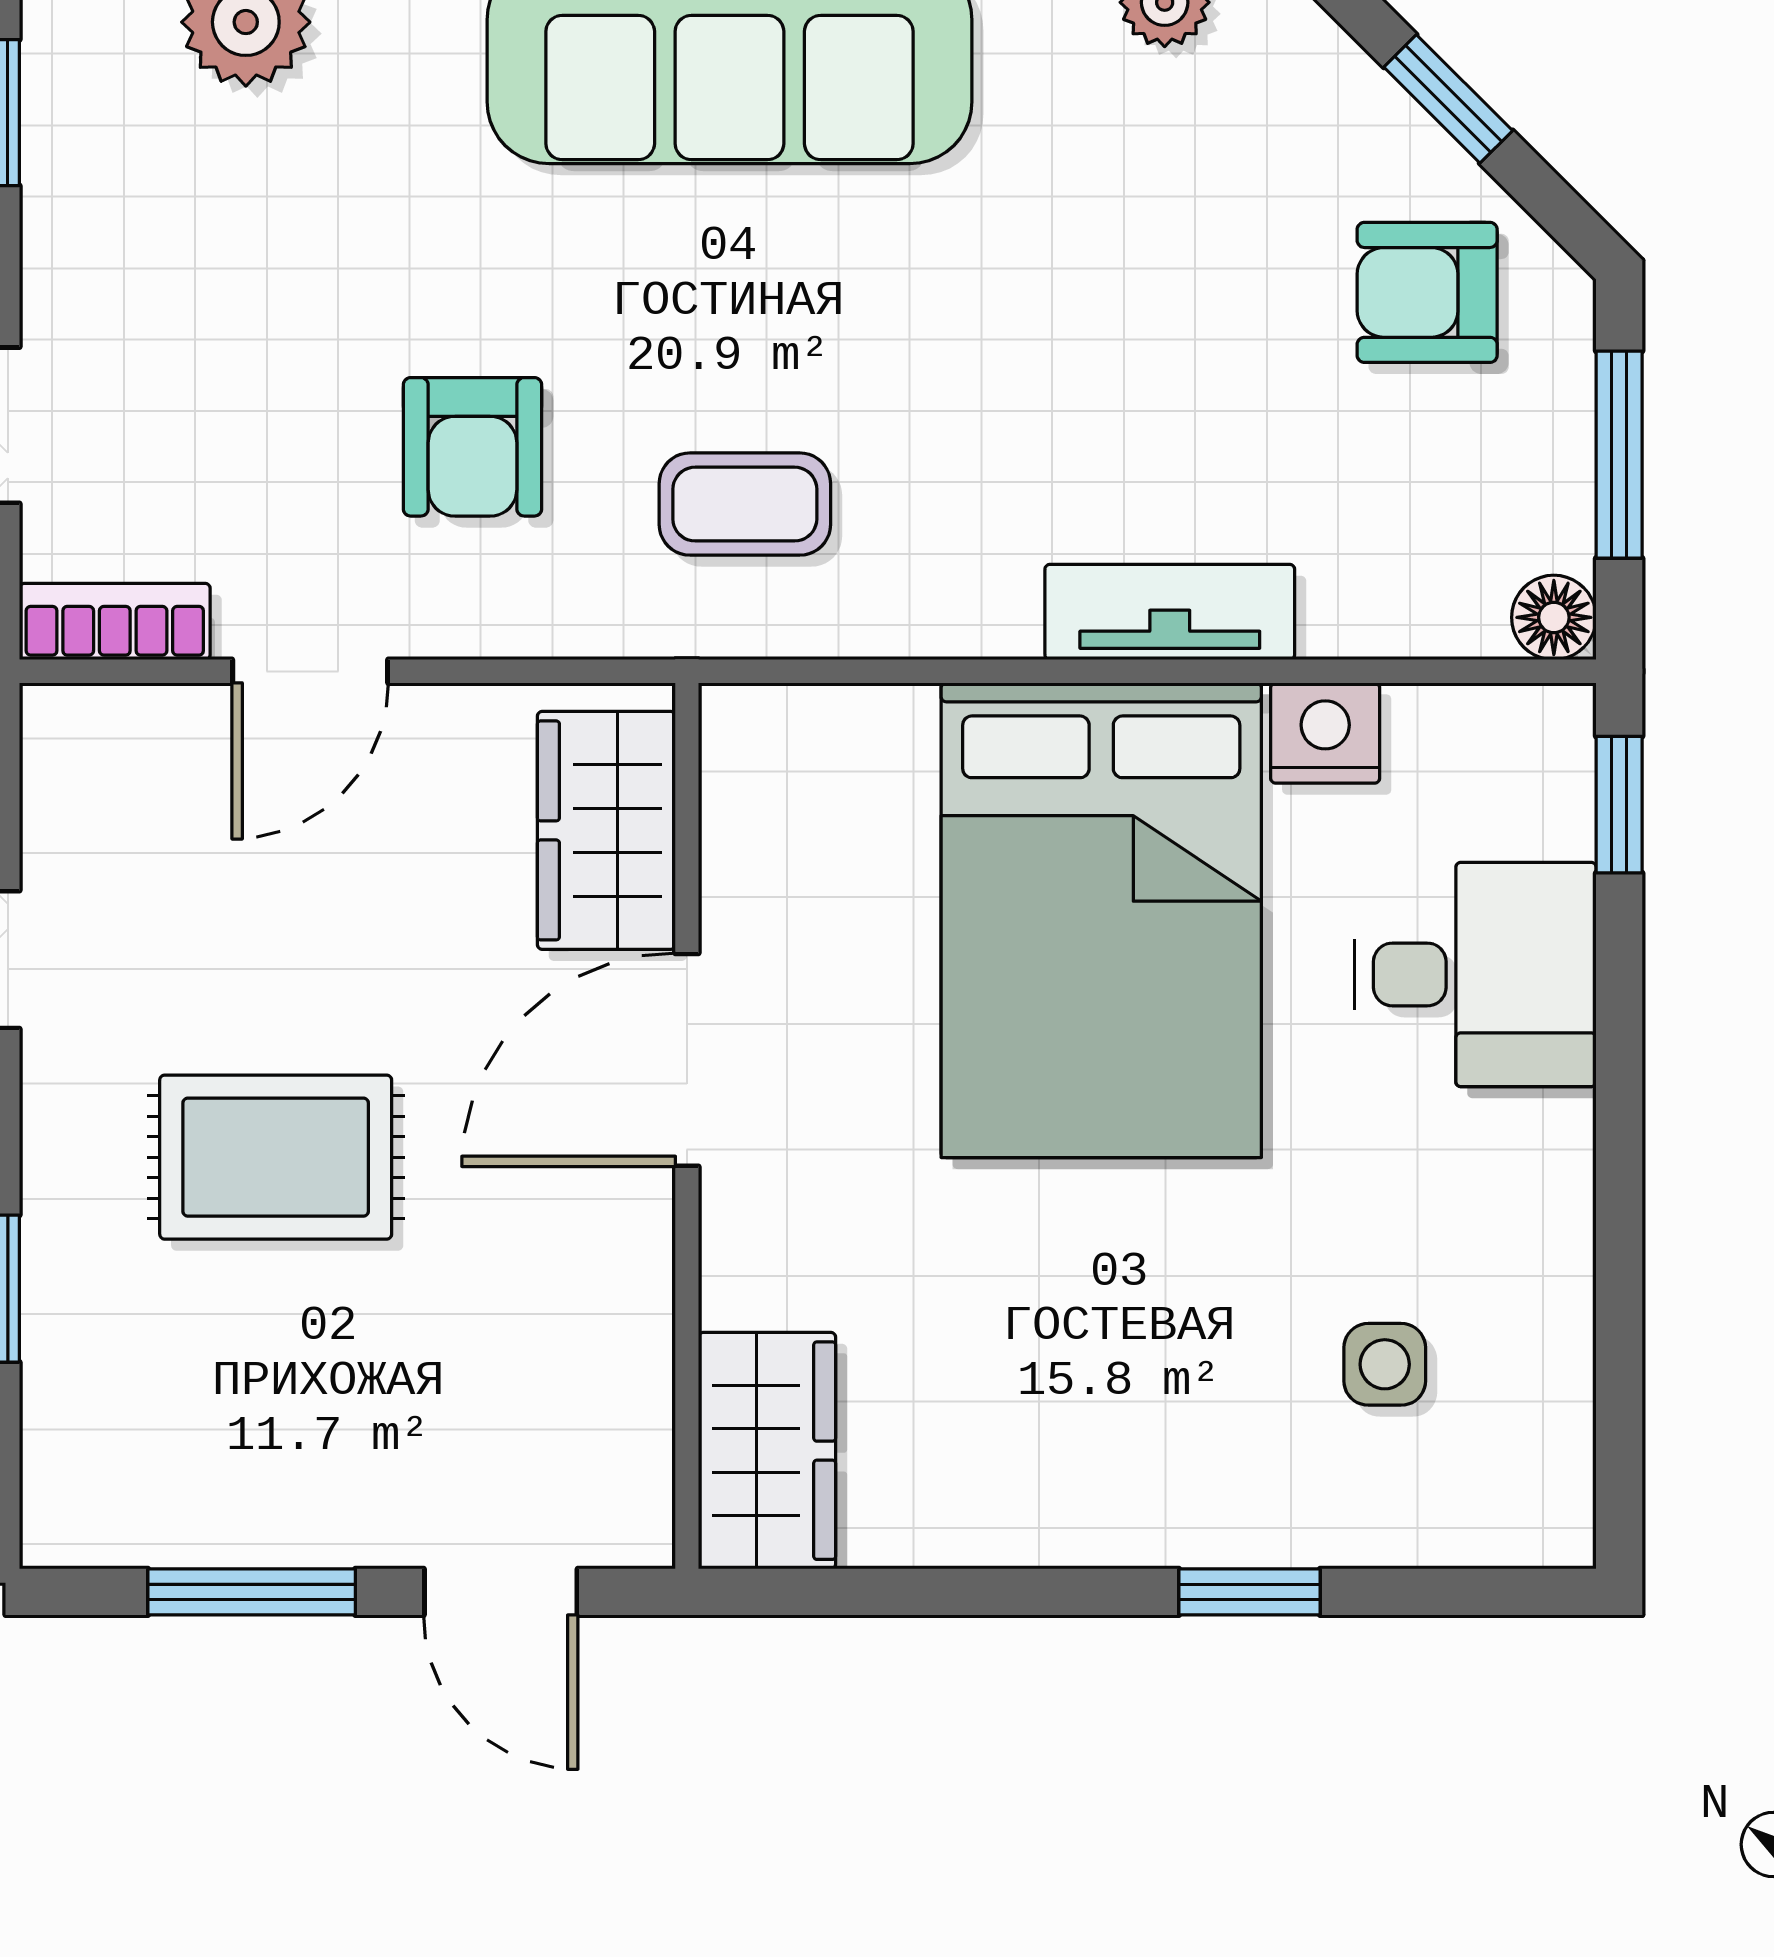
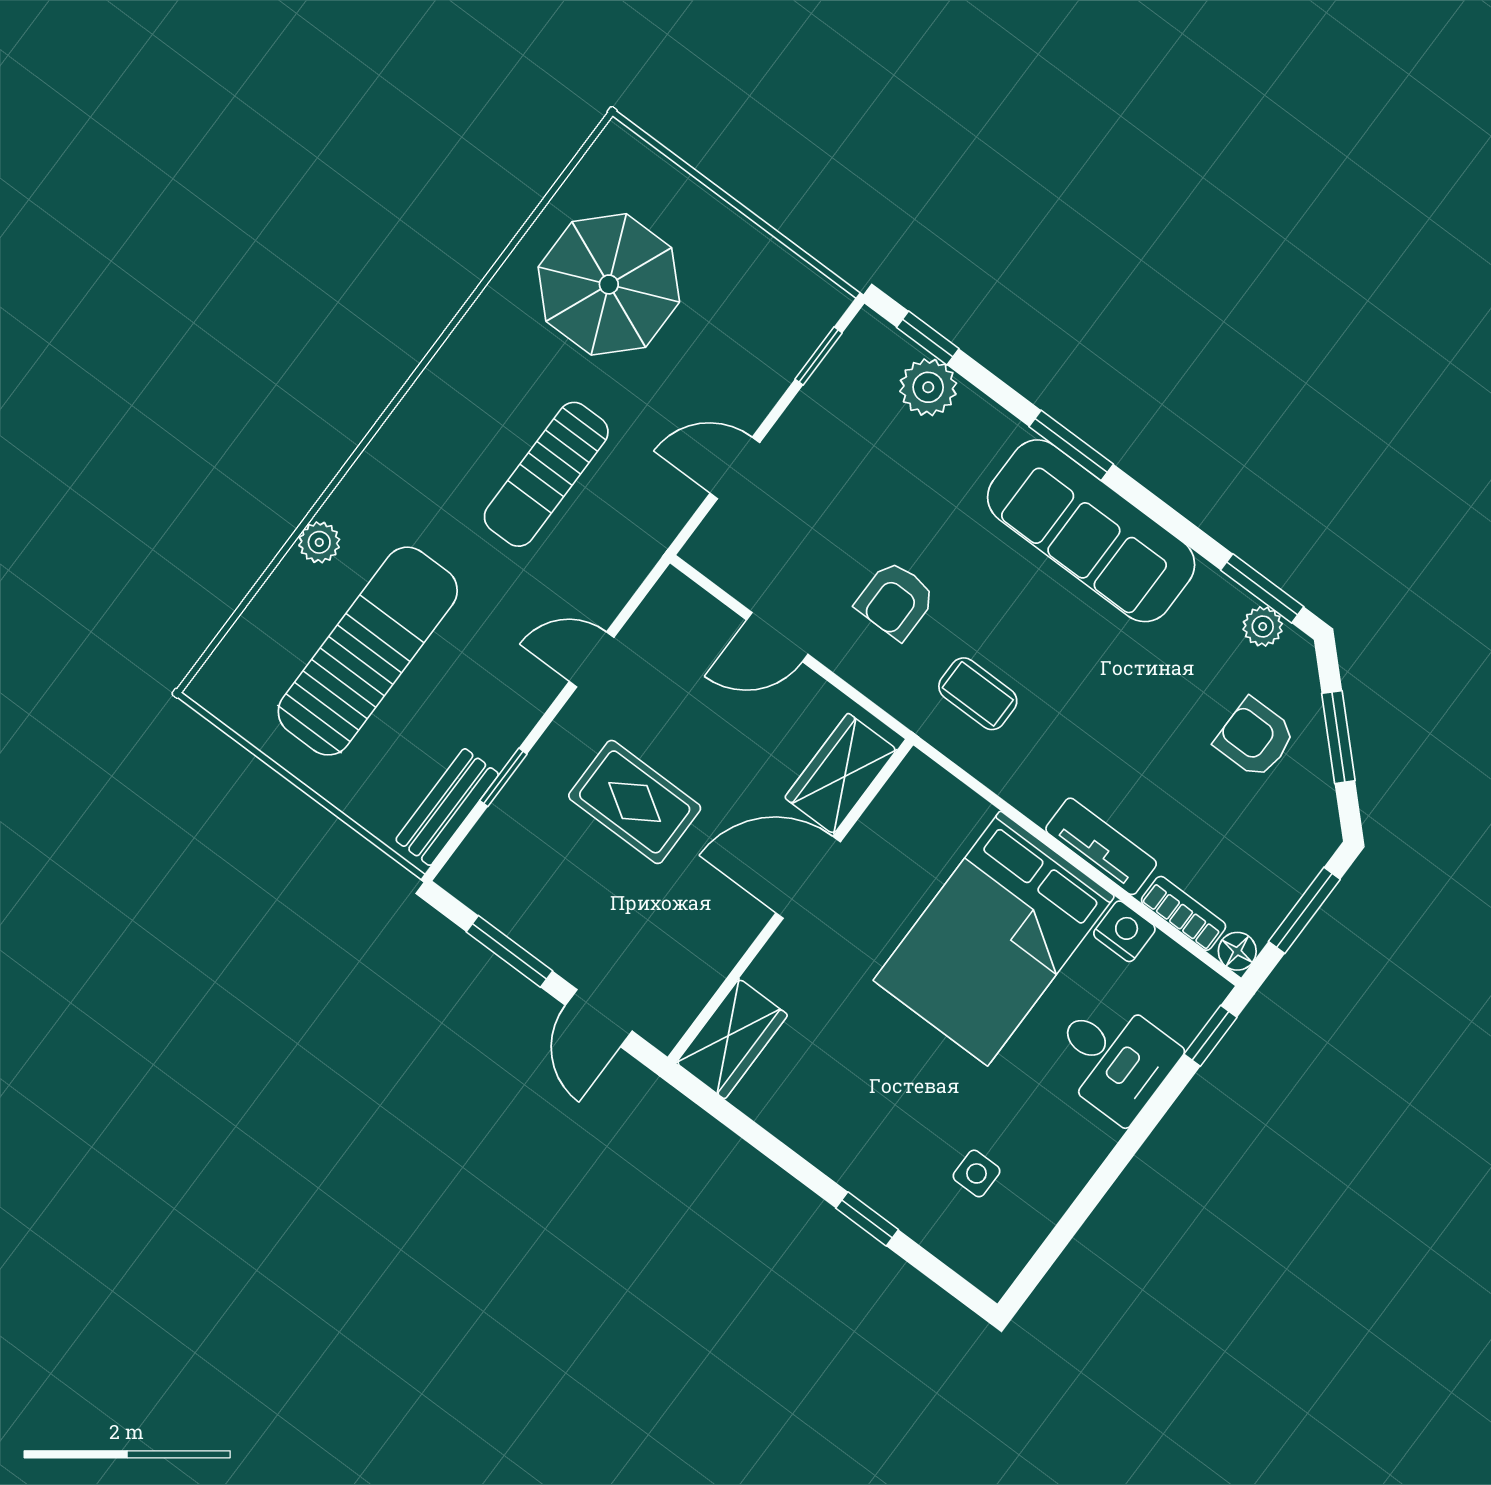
window: (1448, 99) -> (1338, 737), width x1.50
armchair: (1427, 292) -> (1255, 738), moved
bookcase: (115, 622) -> (1184, 913), moved

